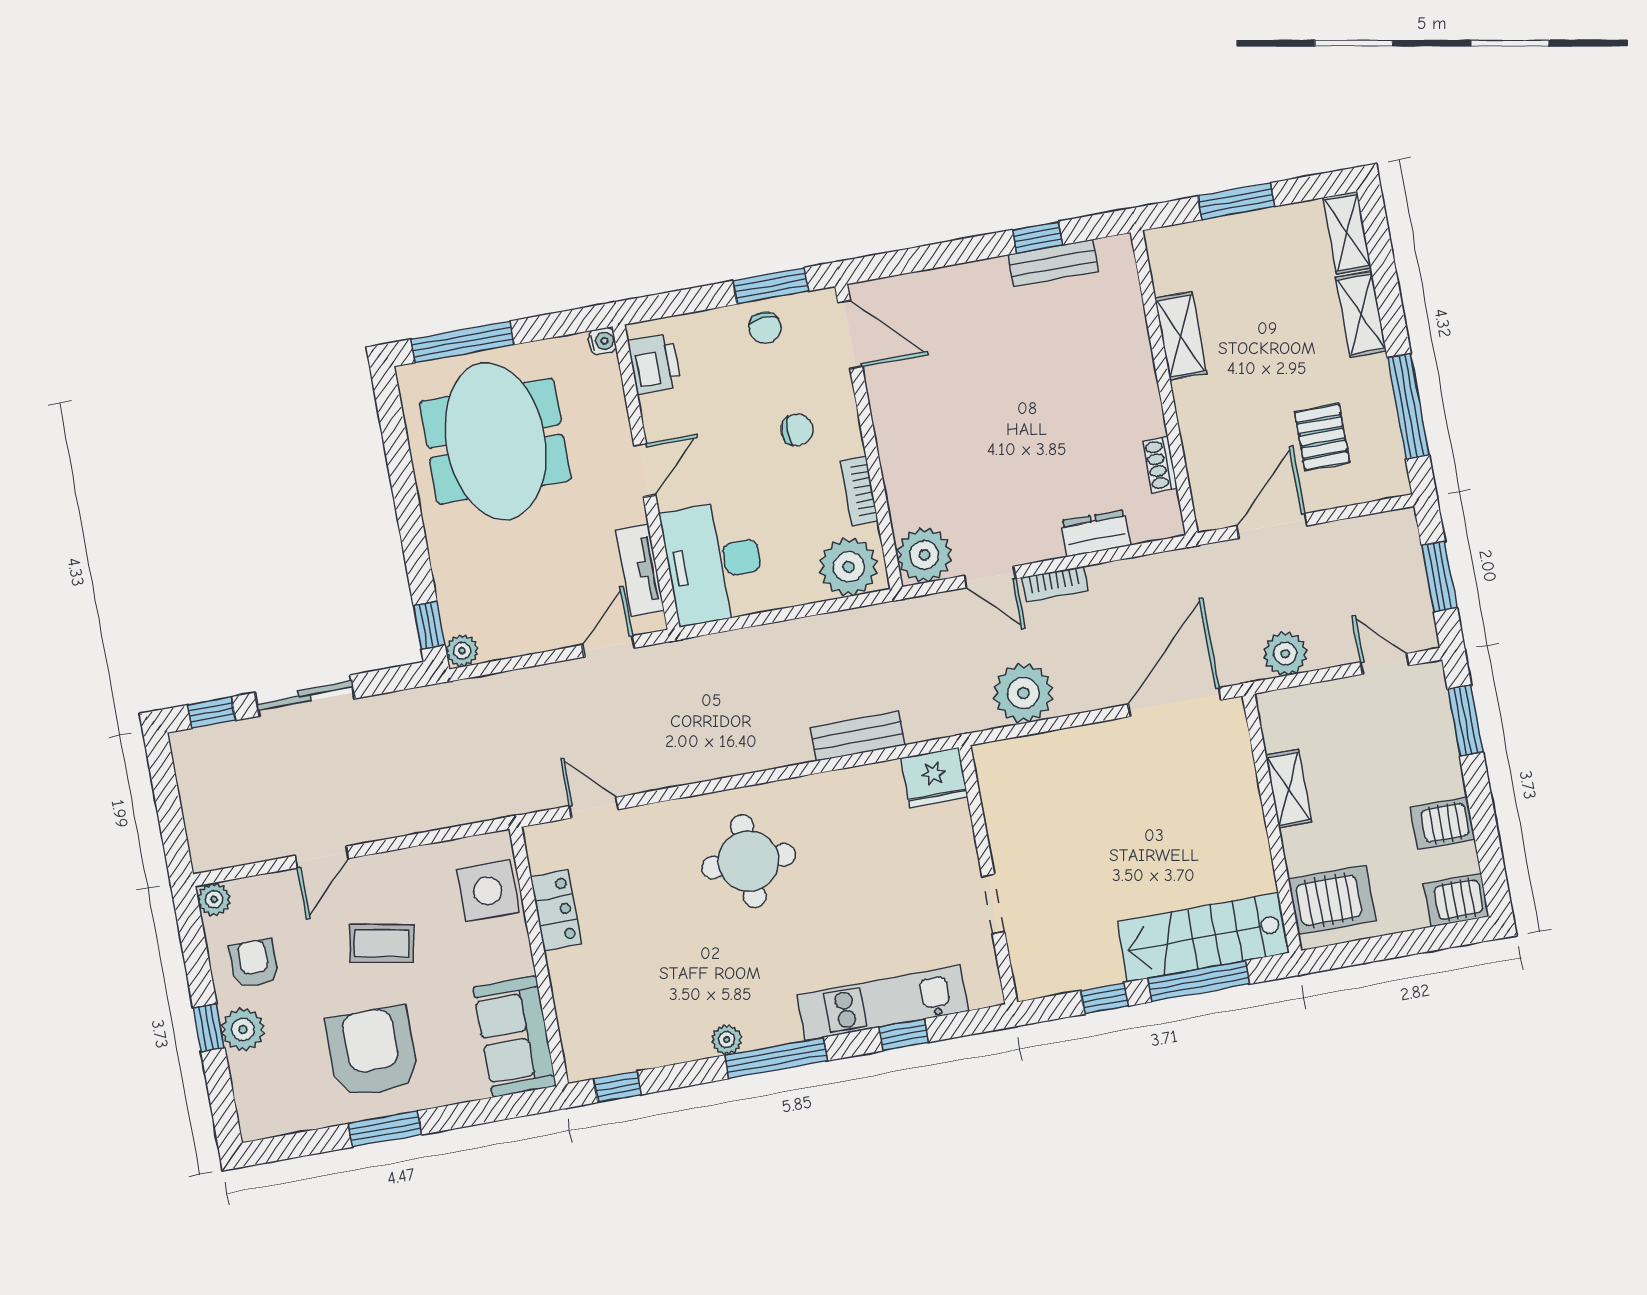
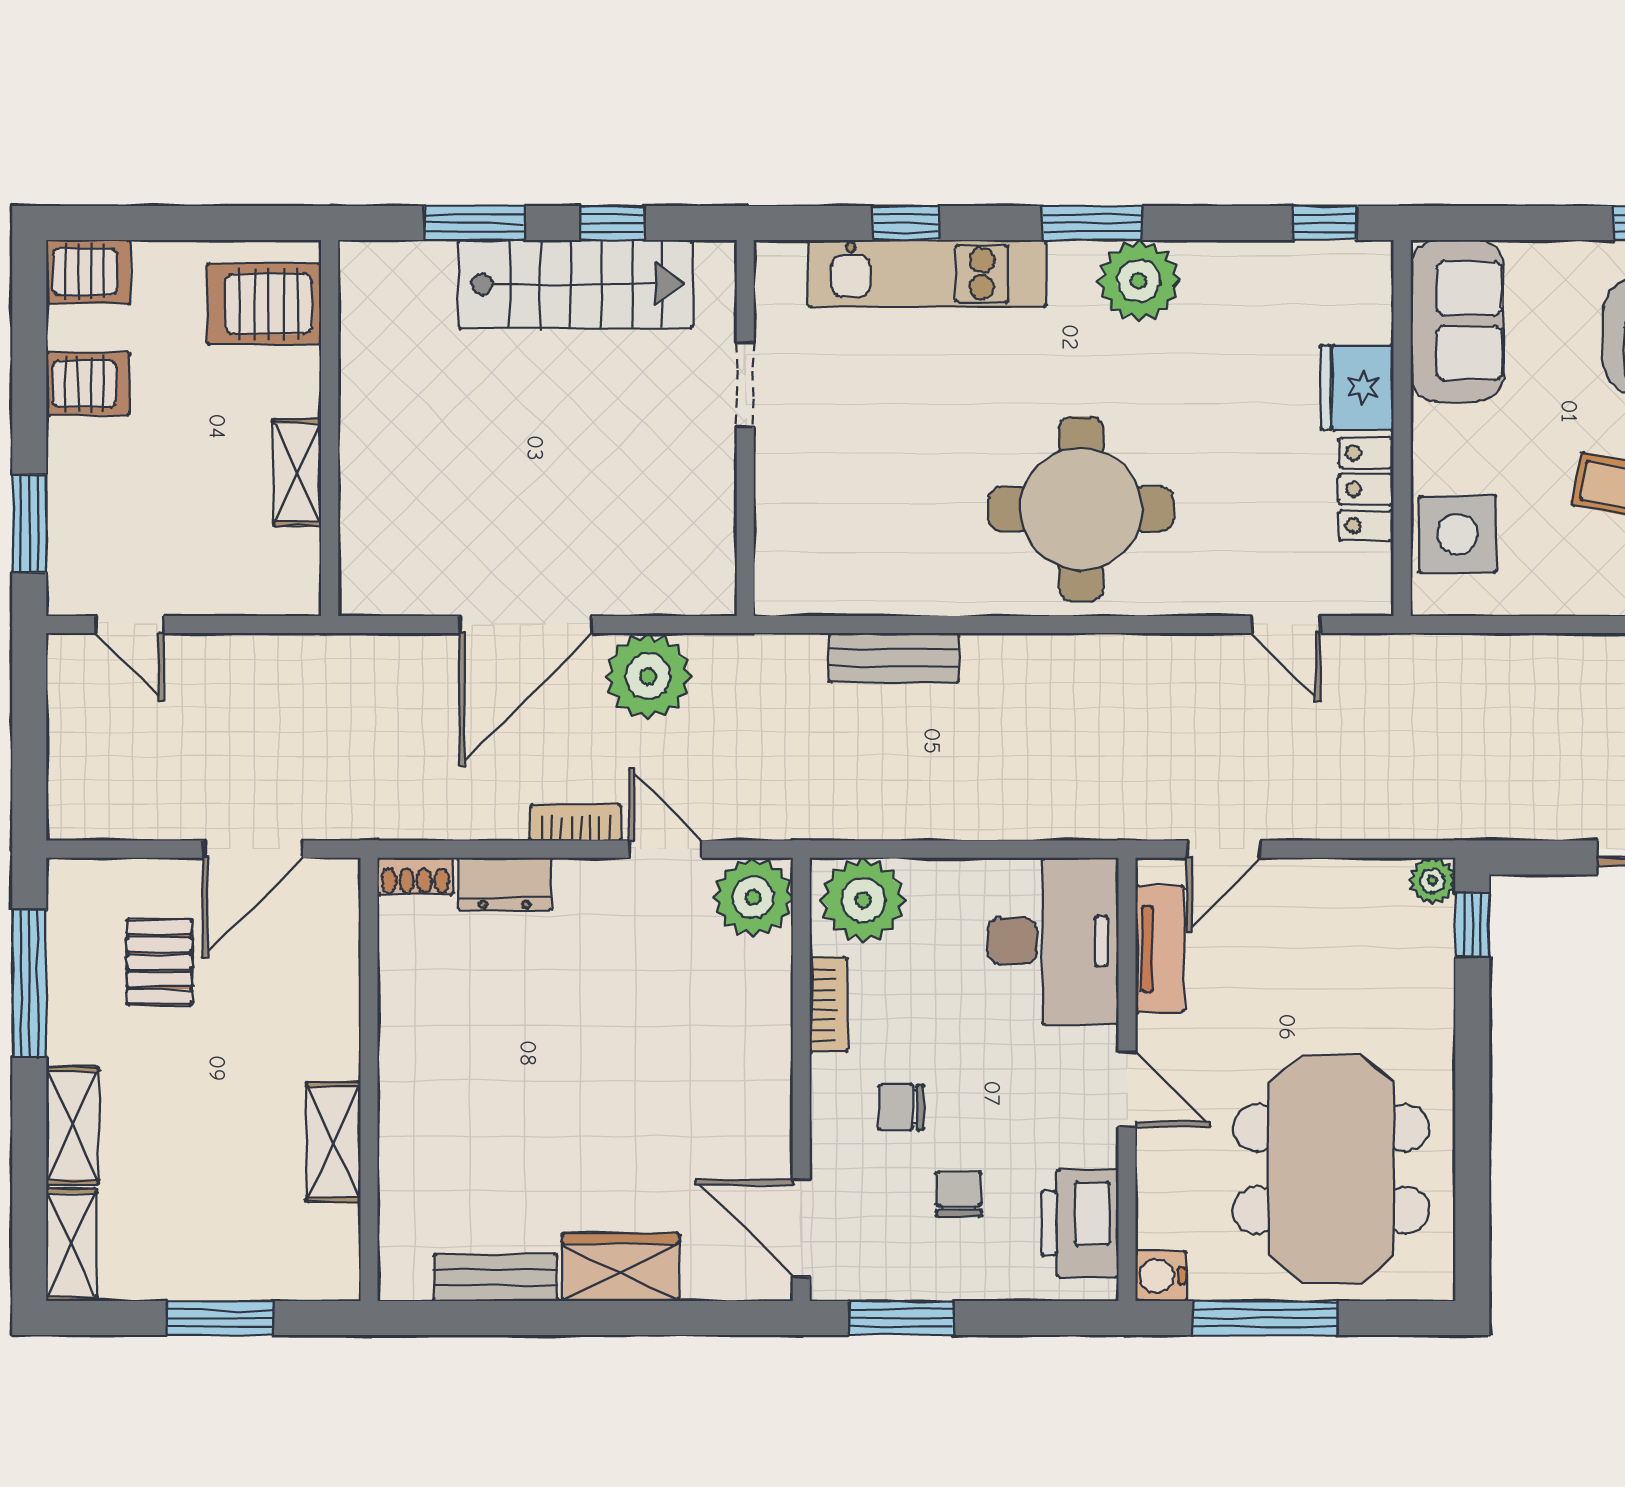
window: (1037, 237) -> (511, 1318), removed
wardrobe: (969, 286) -> (620, 1267), added
chair: (765, 328) -> (959, 1194), moved
water cooler: (602, 341) -> (1161, 1276), width x1.38, depth x1.38
window: (462, 342) -> (1265, 1318), moved
printer: (654, 364) -> (1080, 1223), width x1.37, depth x1.19
shoe rack: (1160, 465) -> (415, 876), moved, turned 90
door: (645, 470) -> (1127, 1089), swing flipped
window: (1439, 576) -> (29, 734), removed
plant: (1285, 654) -> (267, 665), removed
door: (1175, 702) -> (526, 625), moved
fridge: (934, 778) -> (1357, 387), moved, turned -90
round table: (748, 861) -> (1081, 509), width x1.36, depth x1.36
stairs: (1203, 937) -> (576, 284), moved
window: (1199, 981) -> (474, 223), width x0.69
plant: (727, 1040) -> (1139, 281), width x1.87, depth x1.87
window: (776, 1058) -> (1092, 223), width x0.69

